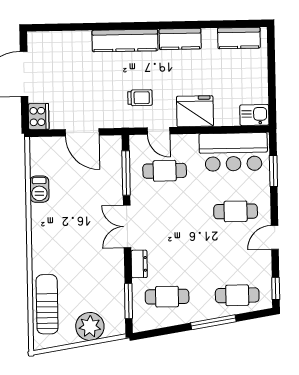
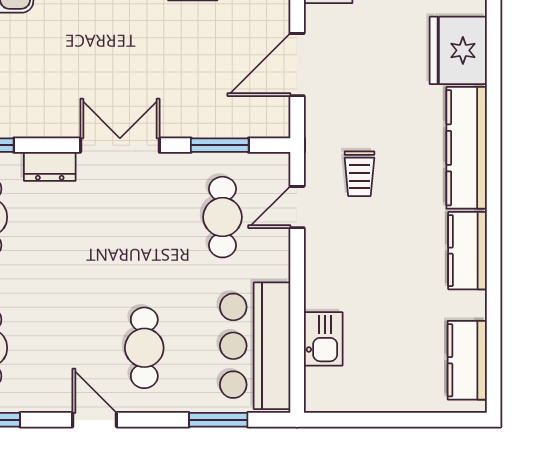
fridge: (195, 111) -> (458, 50), moved, turned 180
kitchen sink: (254, 115) -> (323, 339), moved
window: (126, 173) -> (220, 145), width x0.69

